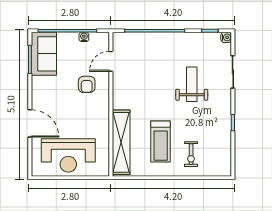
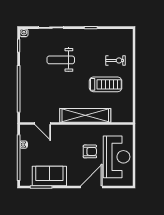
sofa: (44, 54) -> (49, 176), moved
armchair: (87, 84) -> (90, 151), moved
shelving: (121, 142) -> (85, 115), moved

